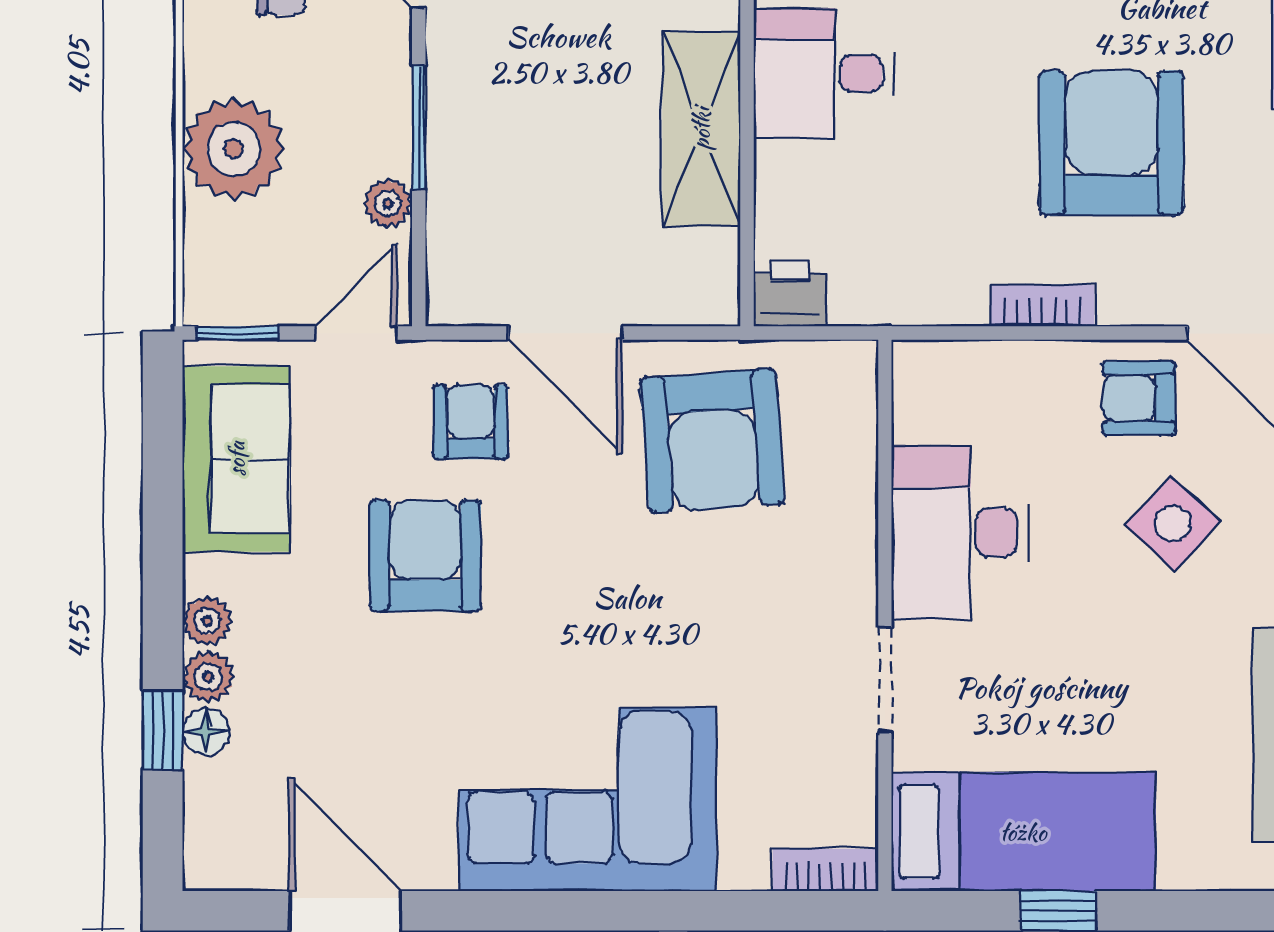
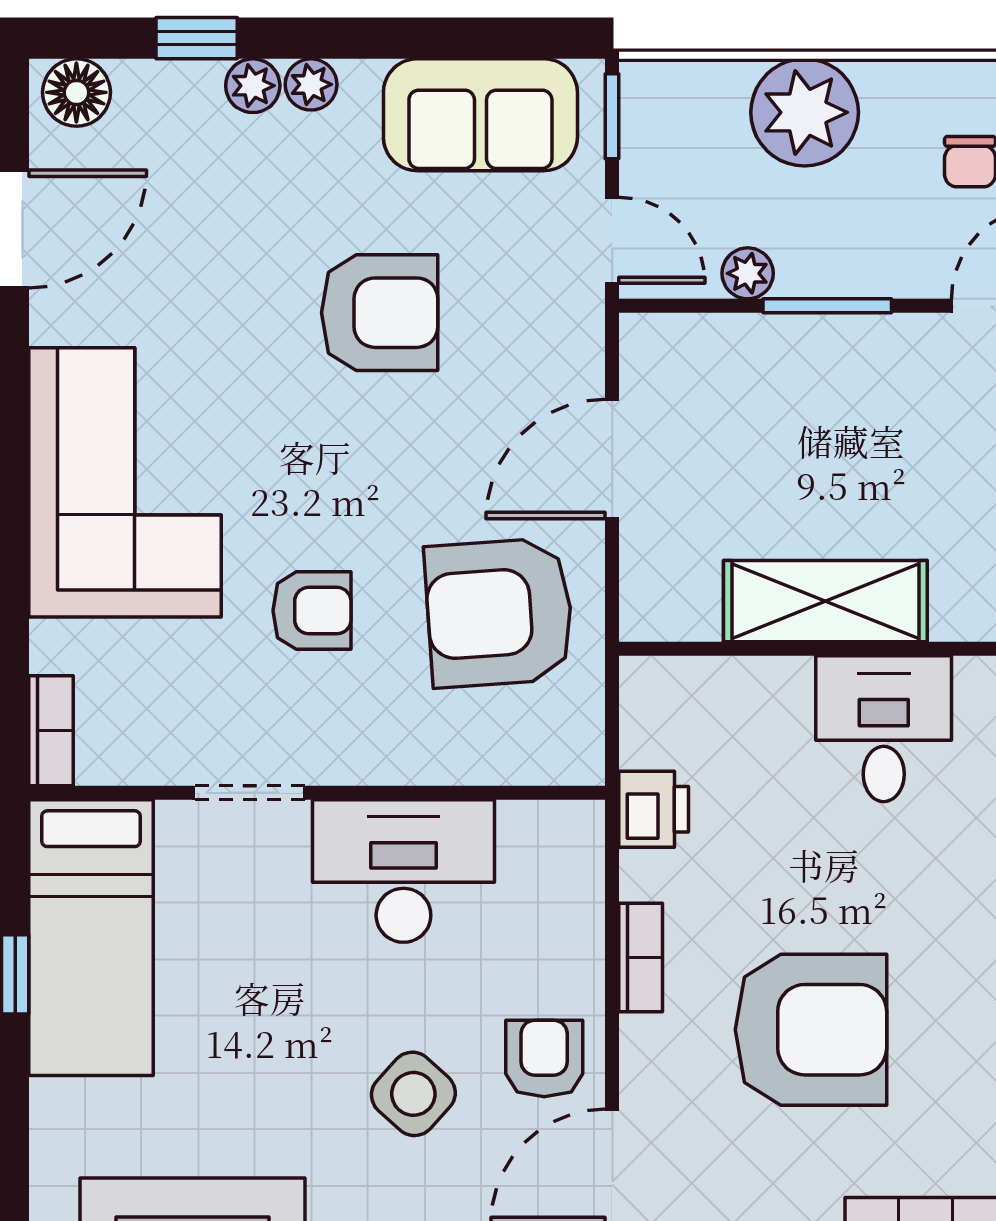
printer: (790, 293) -> (654, 809), moved
armchair: (471, 422) -> (312, 611), moved
floor lamp: (206, 731) -> (76, 92), moved, width x1.37, depth x1.37

